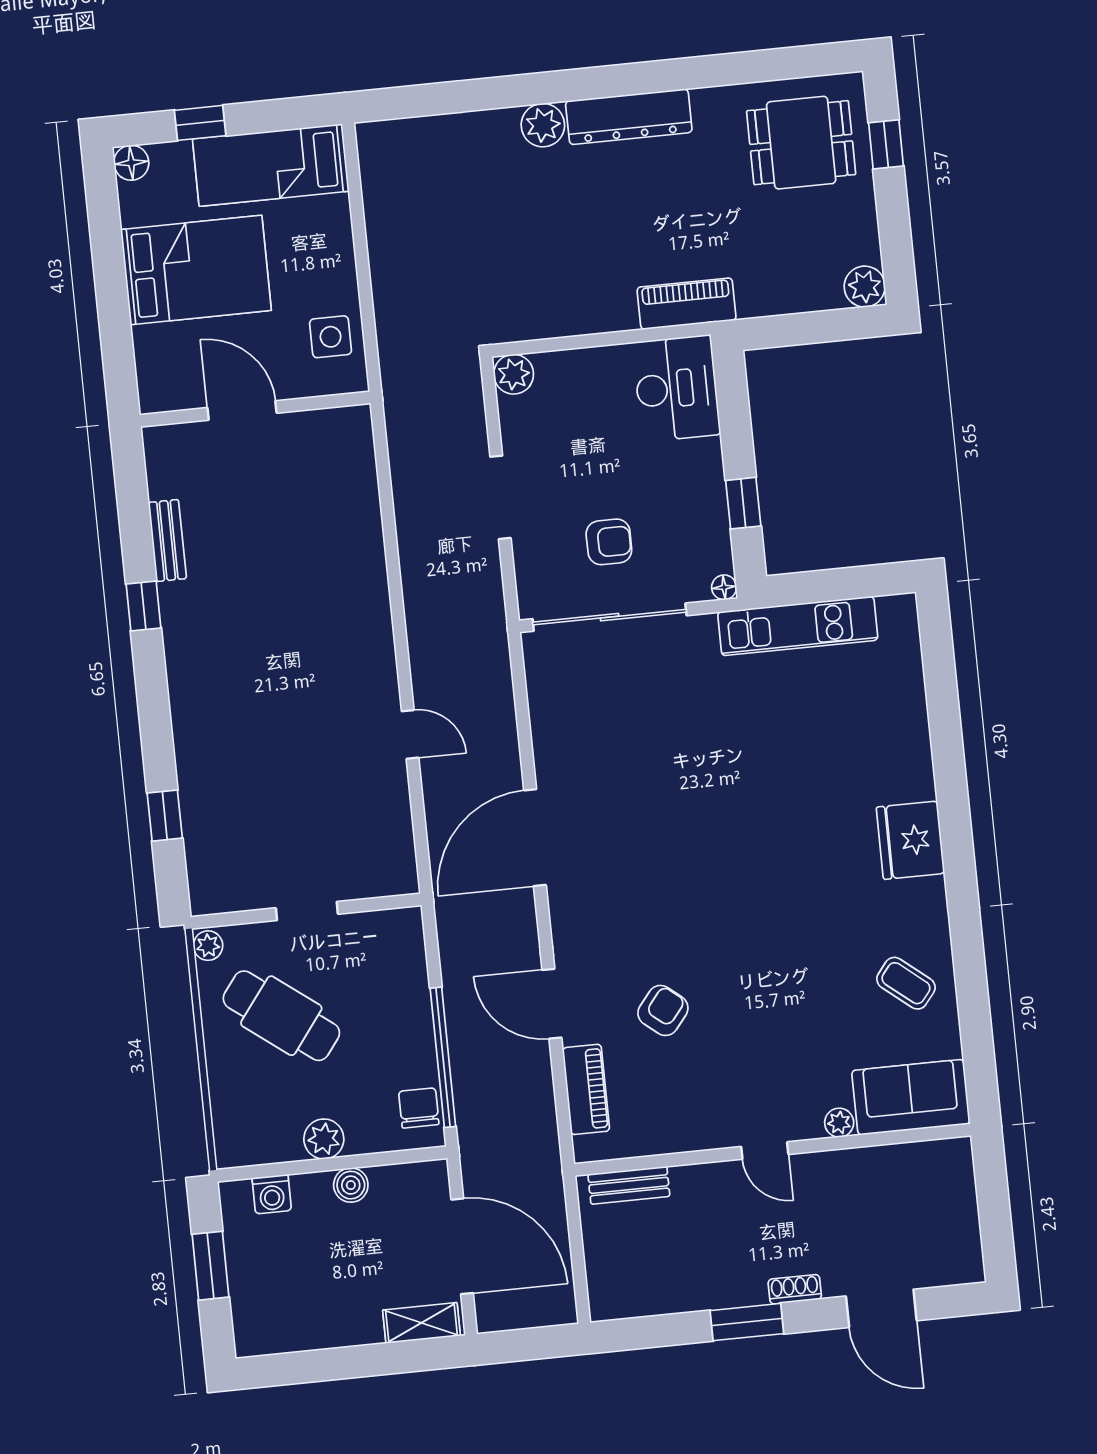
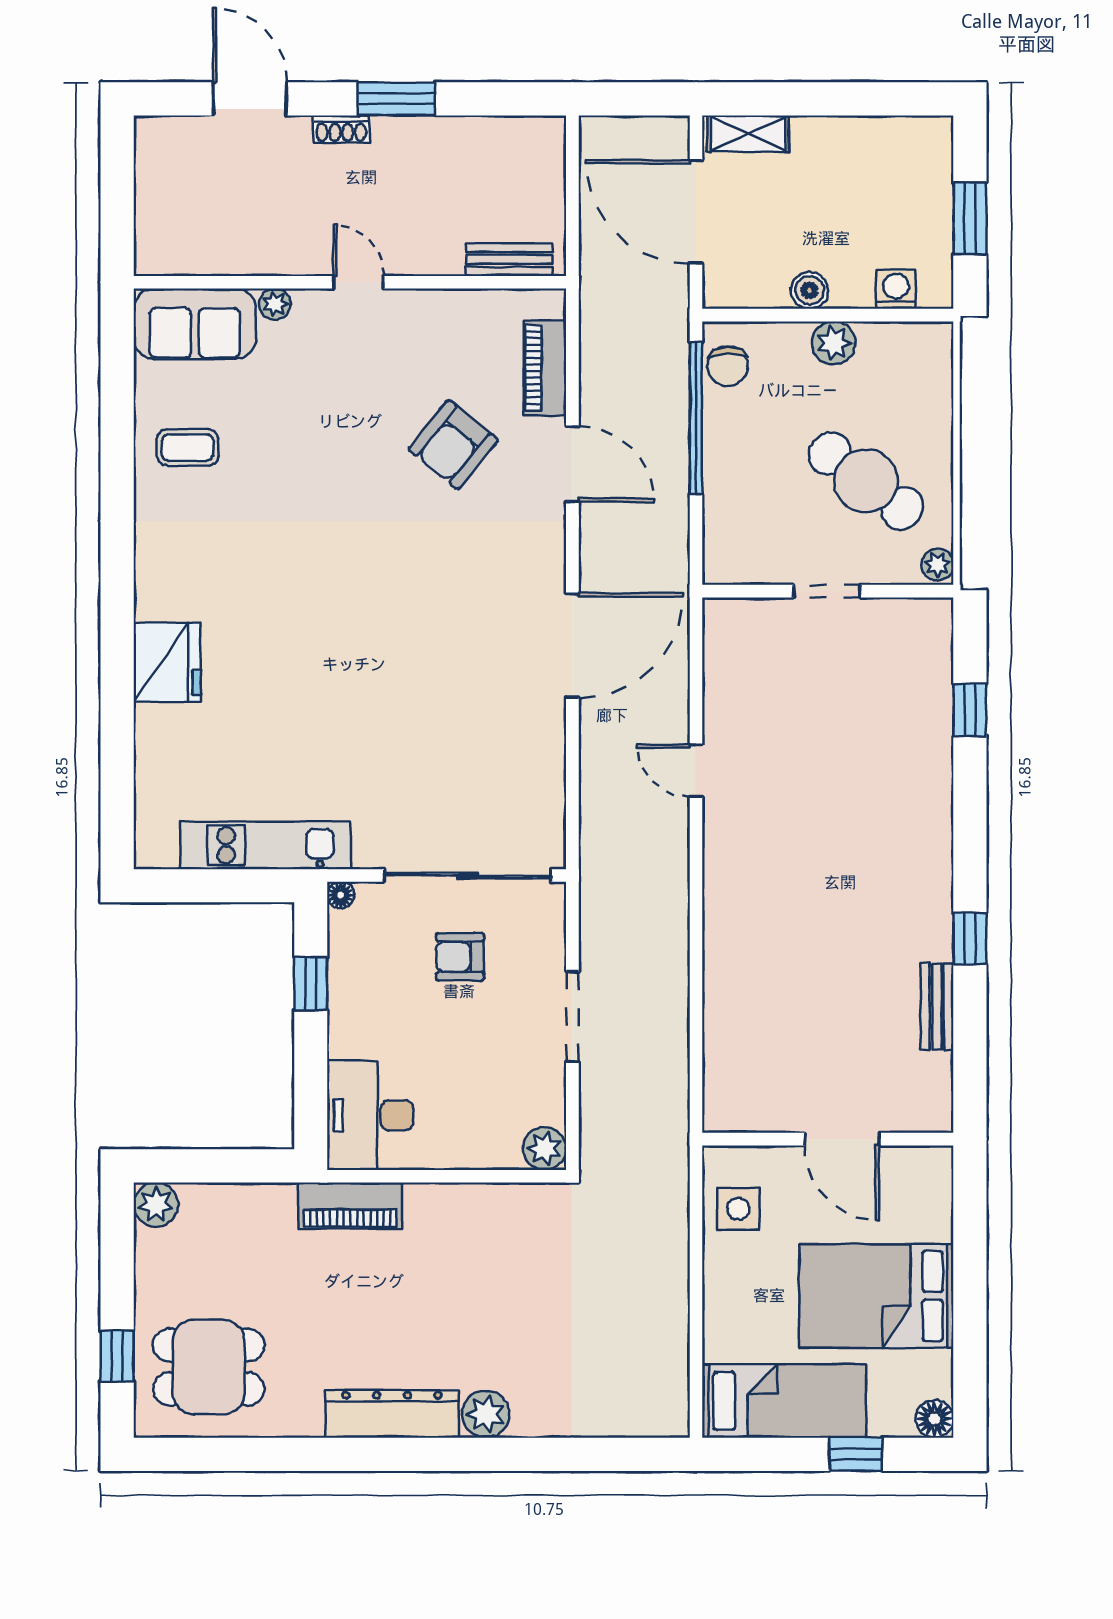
fridge: (910, 840) -> (167, 662), moved
coffee table: (906, 983) -> (188, 447), turned -39
armchair: (663, 1010) -> (453, 445), width x1.38, depth x1.38

